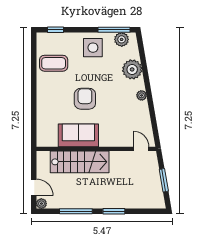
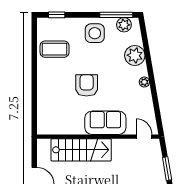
sofa: (78, 135) -> (105, 123), moved

